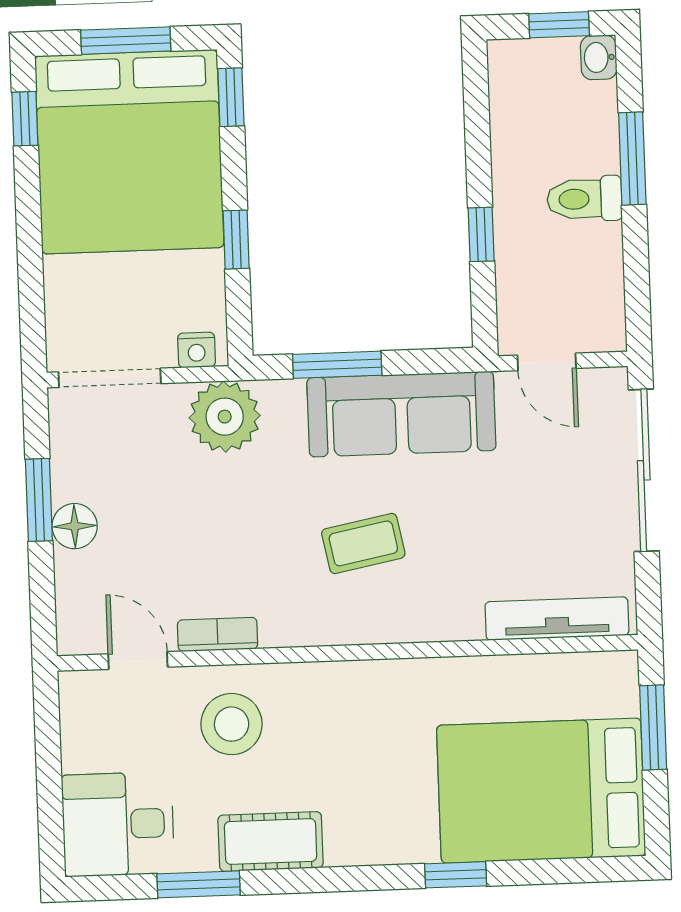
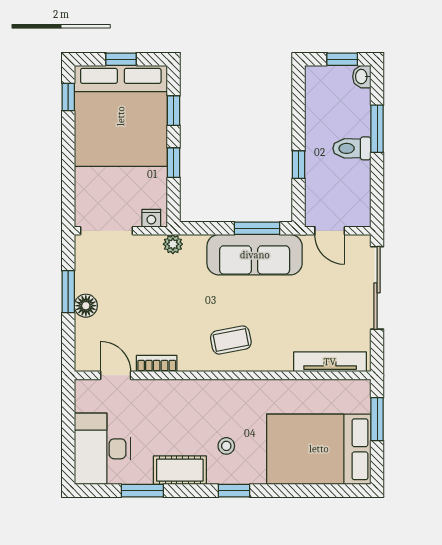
window: (126, 41) -> (121, 59), width x0.67
window: (231, 97) -> (174, 111), moved
window: (337, 365) -> (257, 228), moved
plant: (225, 417) -> (173, 244), width x0.53, depth x0.53
coffee table: (363, 543) -> (231, 340), moved
stool: (232, 724) -> (226, 446), moved, width x0.53, depth x0.53
desk: (118, 824) -> (102, 449), width x1.37
window: (456, 875) -> (234, 491), moved

